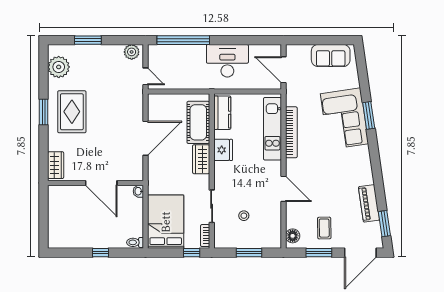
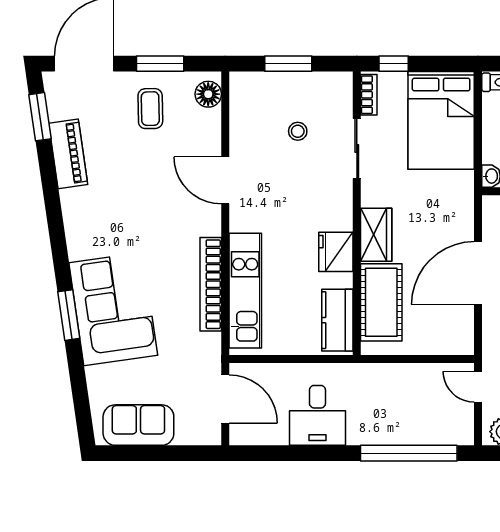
desk: (227, 61) -> (317, 415), width x0.73

